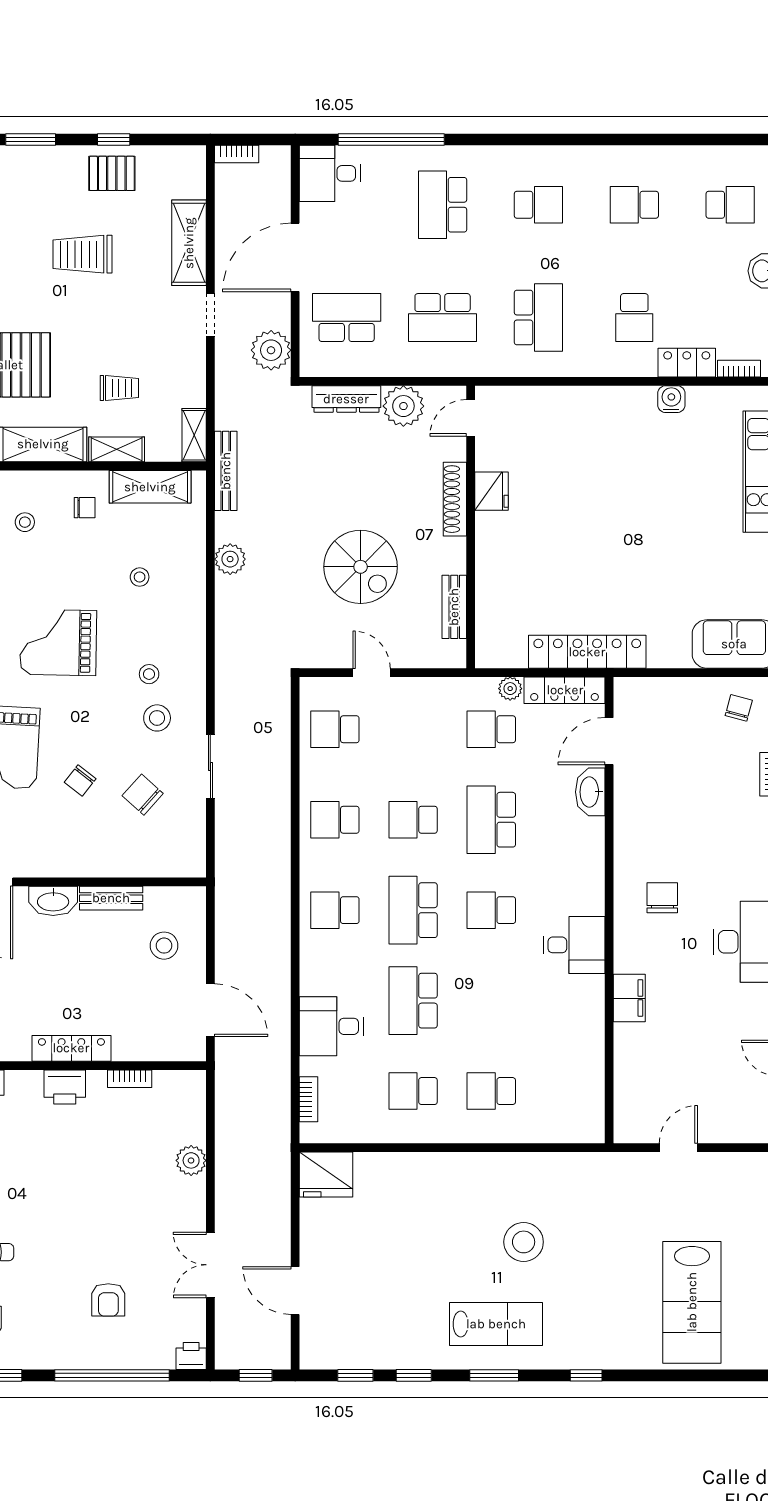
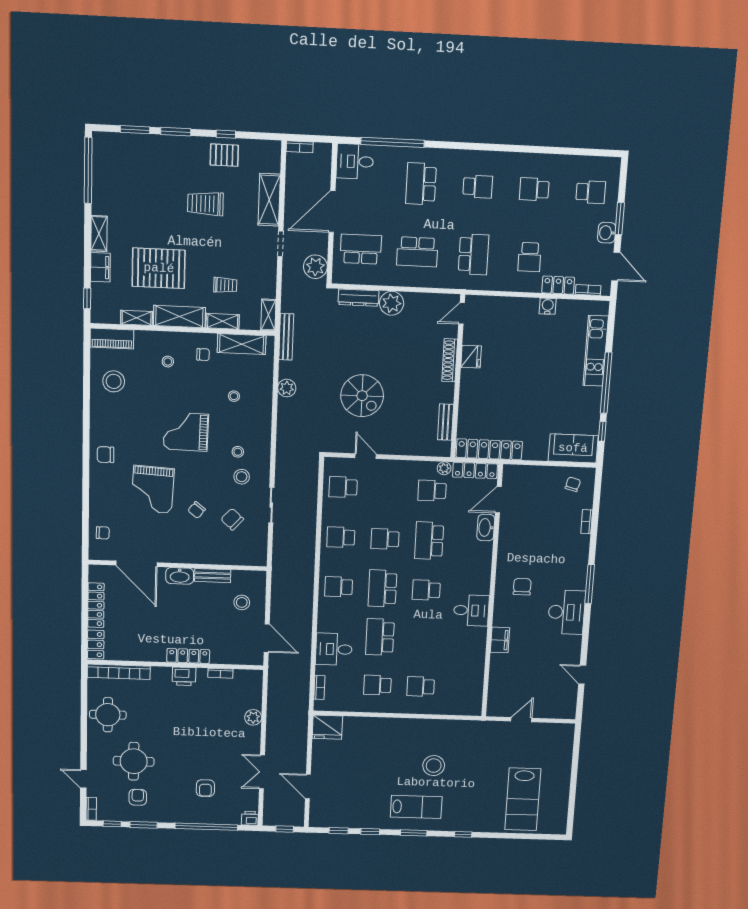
door: (471, 418) -> (462, 313), moved
fridge: (491, 491) -> (471, 357), moved
shoe rack: (455, 499) -> (450, 360), moved
wall: (471, 527) -> (458, 377), moved
bench: (454, 607) -> (446, 422), moved

